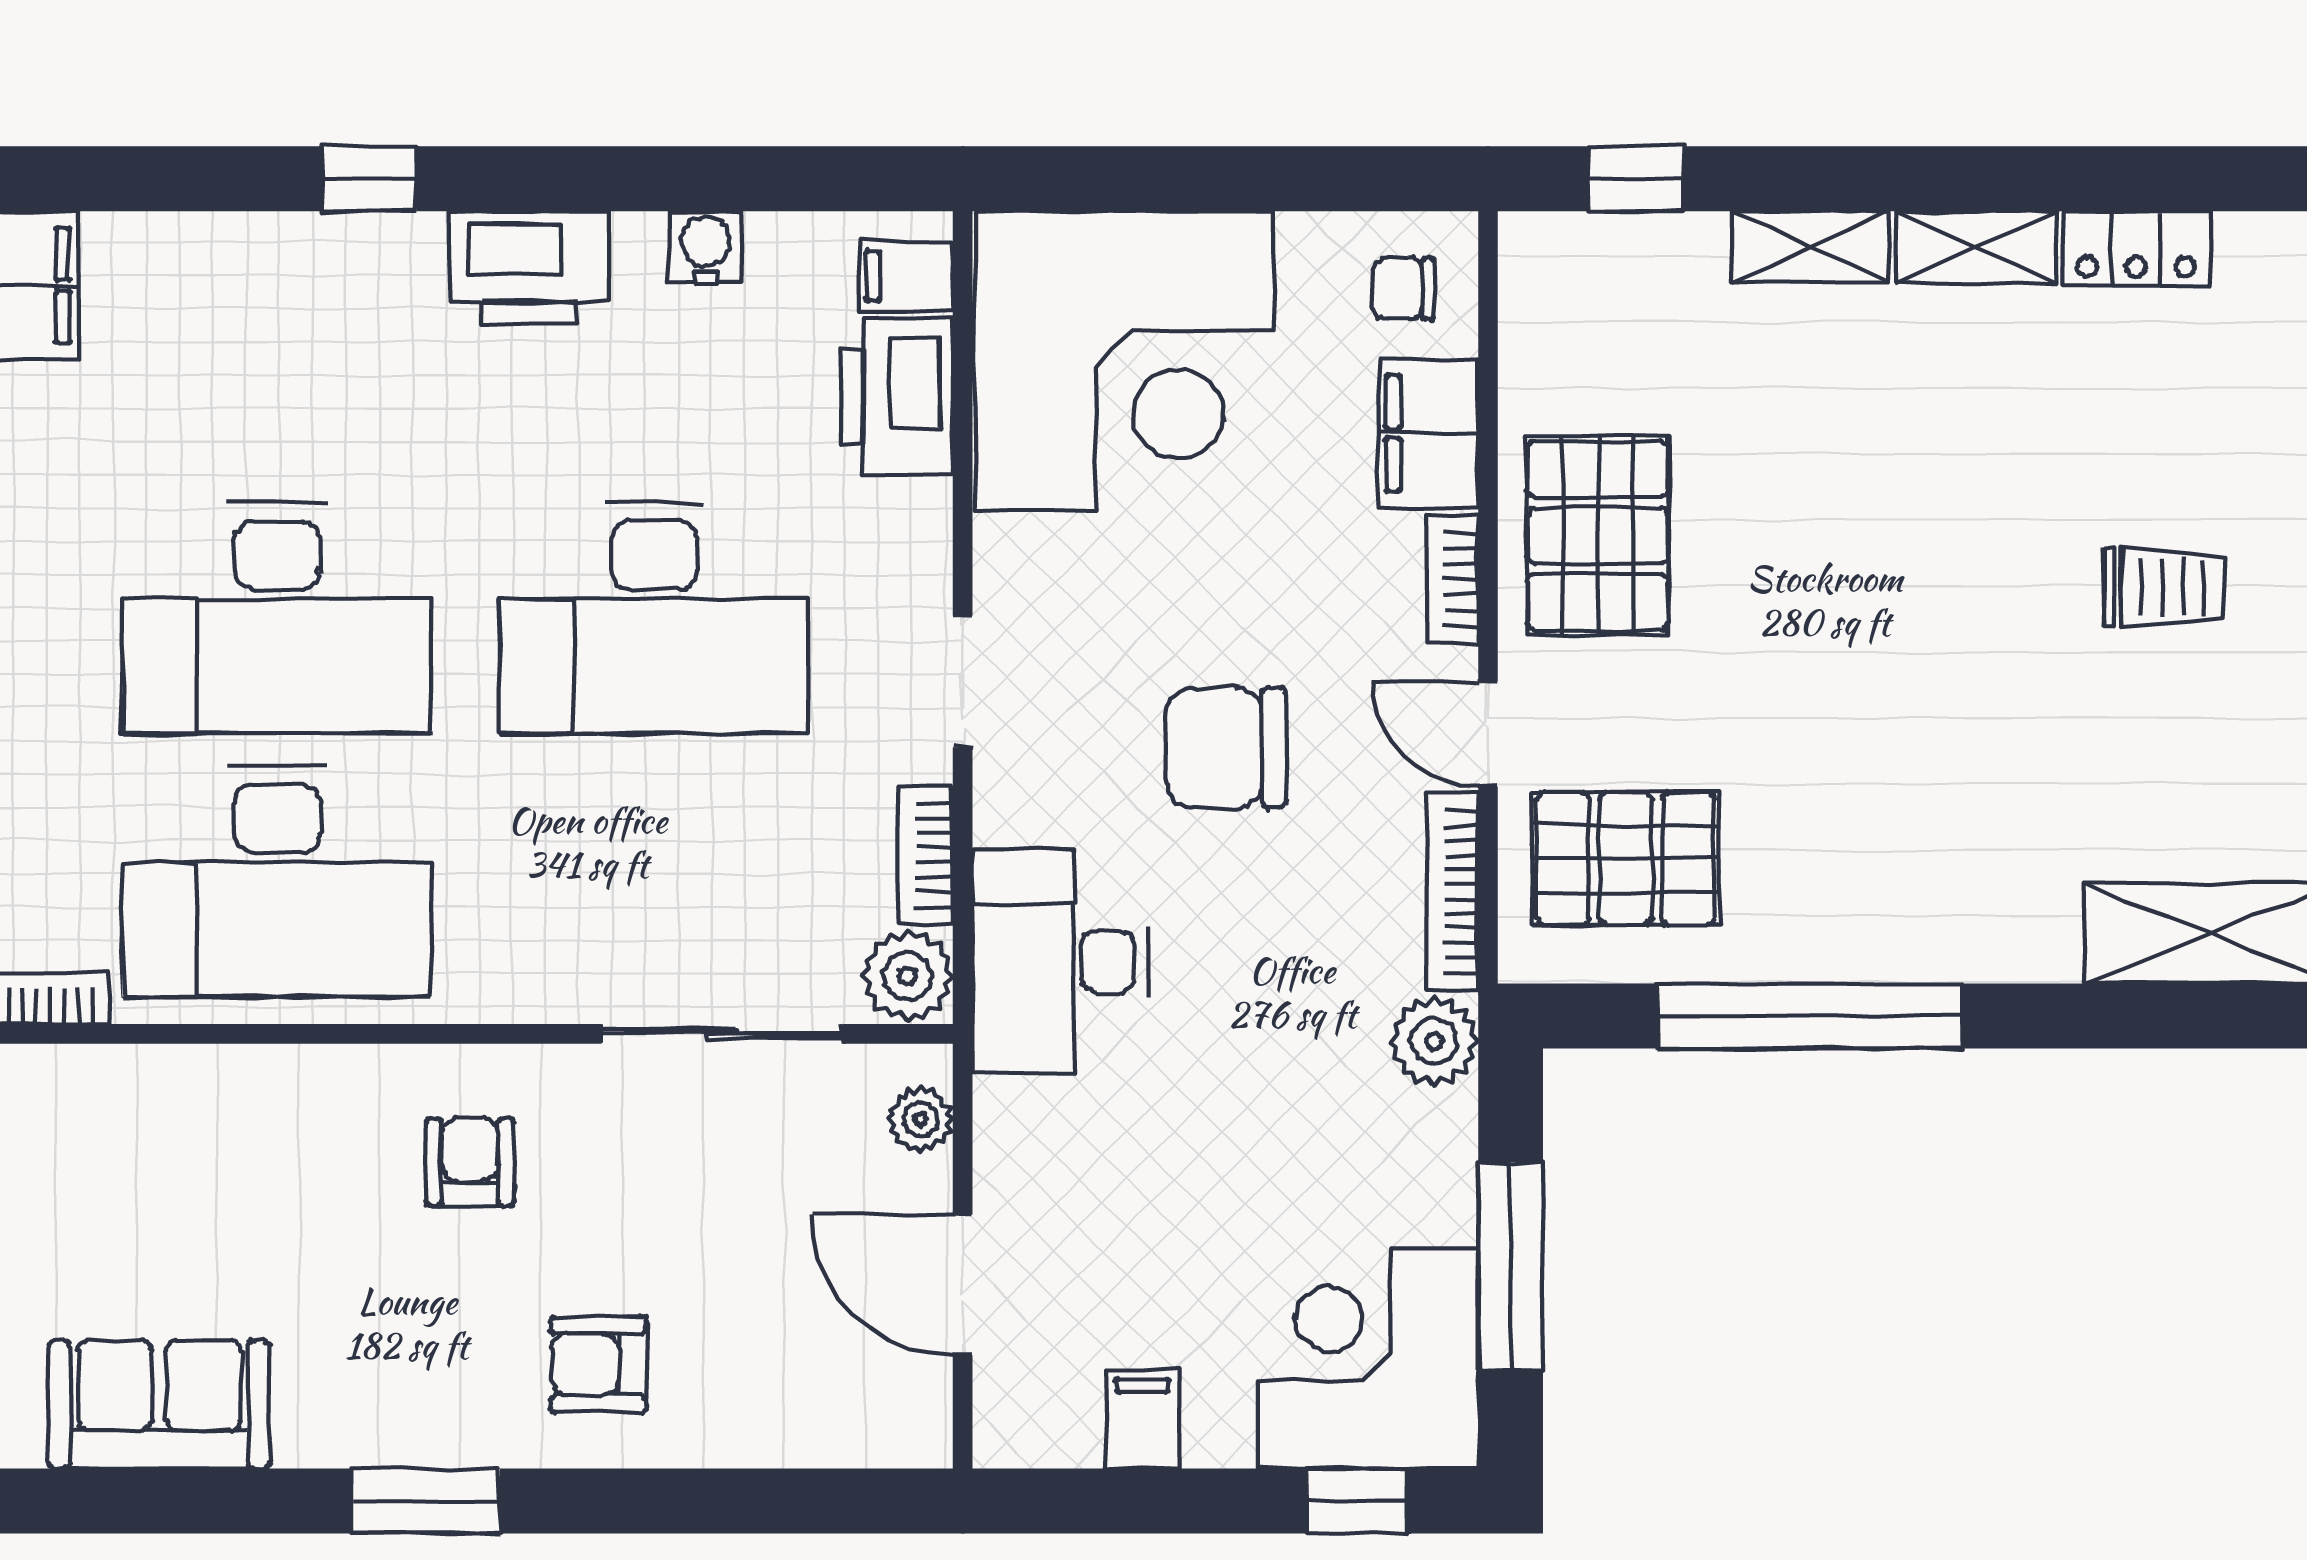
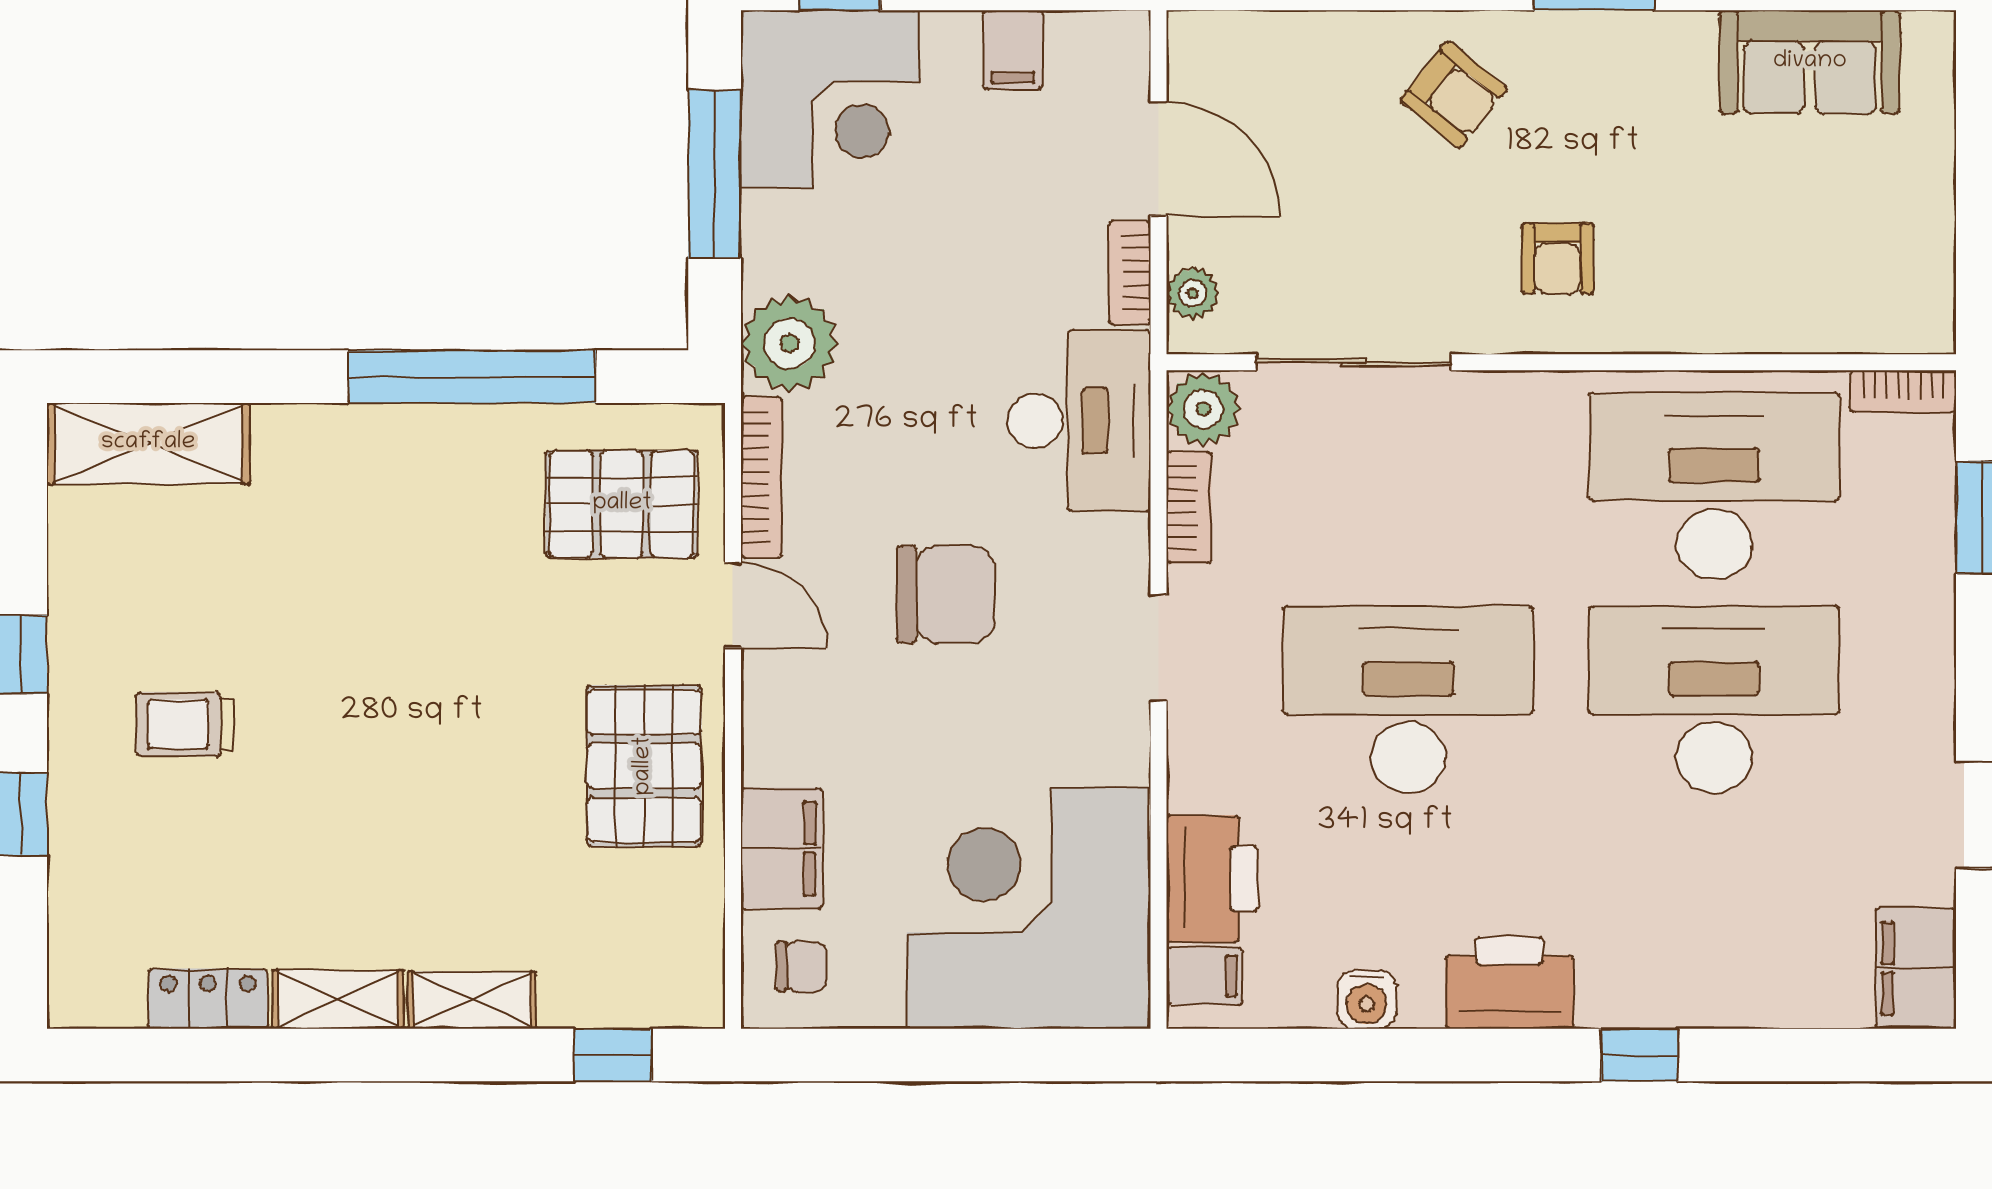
bookcase: (1453, 579) -> (1130, 273), moved, turned 180
plant: (1434, 1041) -> (789, 343), width x1.36, depth x1.36
armchair: (598, 1365) -> (1454, 94), turned 39

